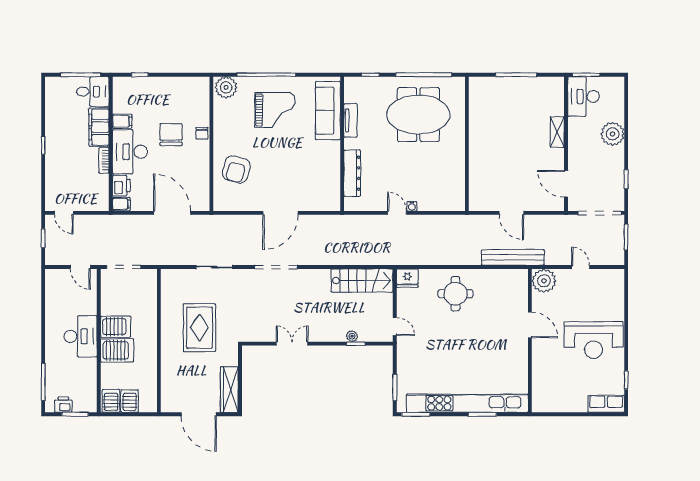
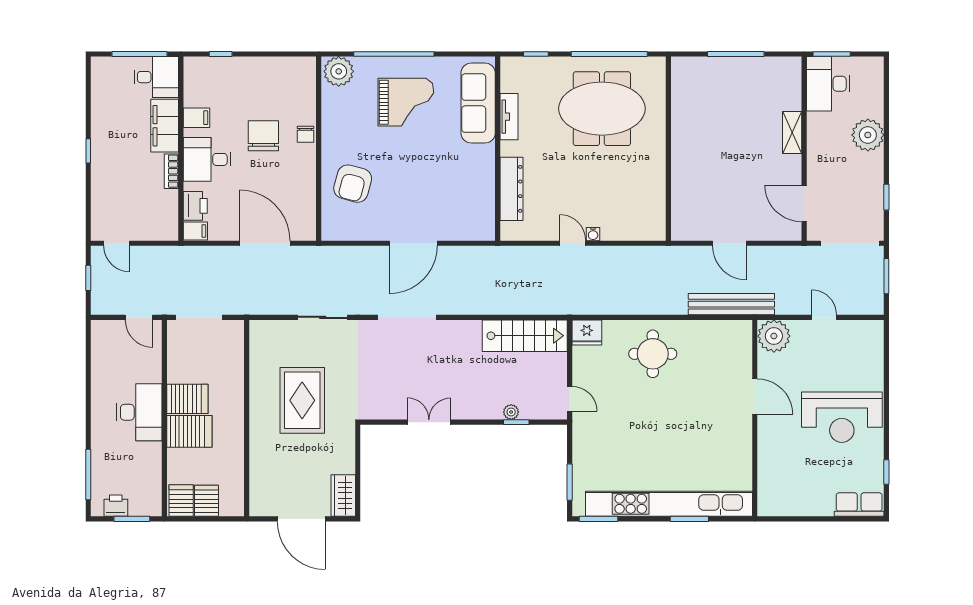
desk: (130, 152) -> (207, 159), width x0.73
wardrobe: (229, 390) -> (343, 495), width x0.67

